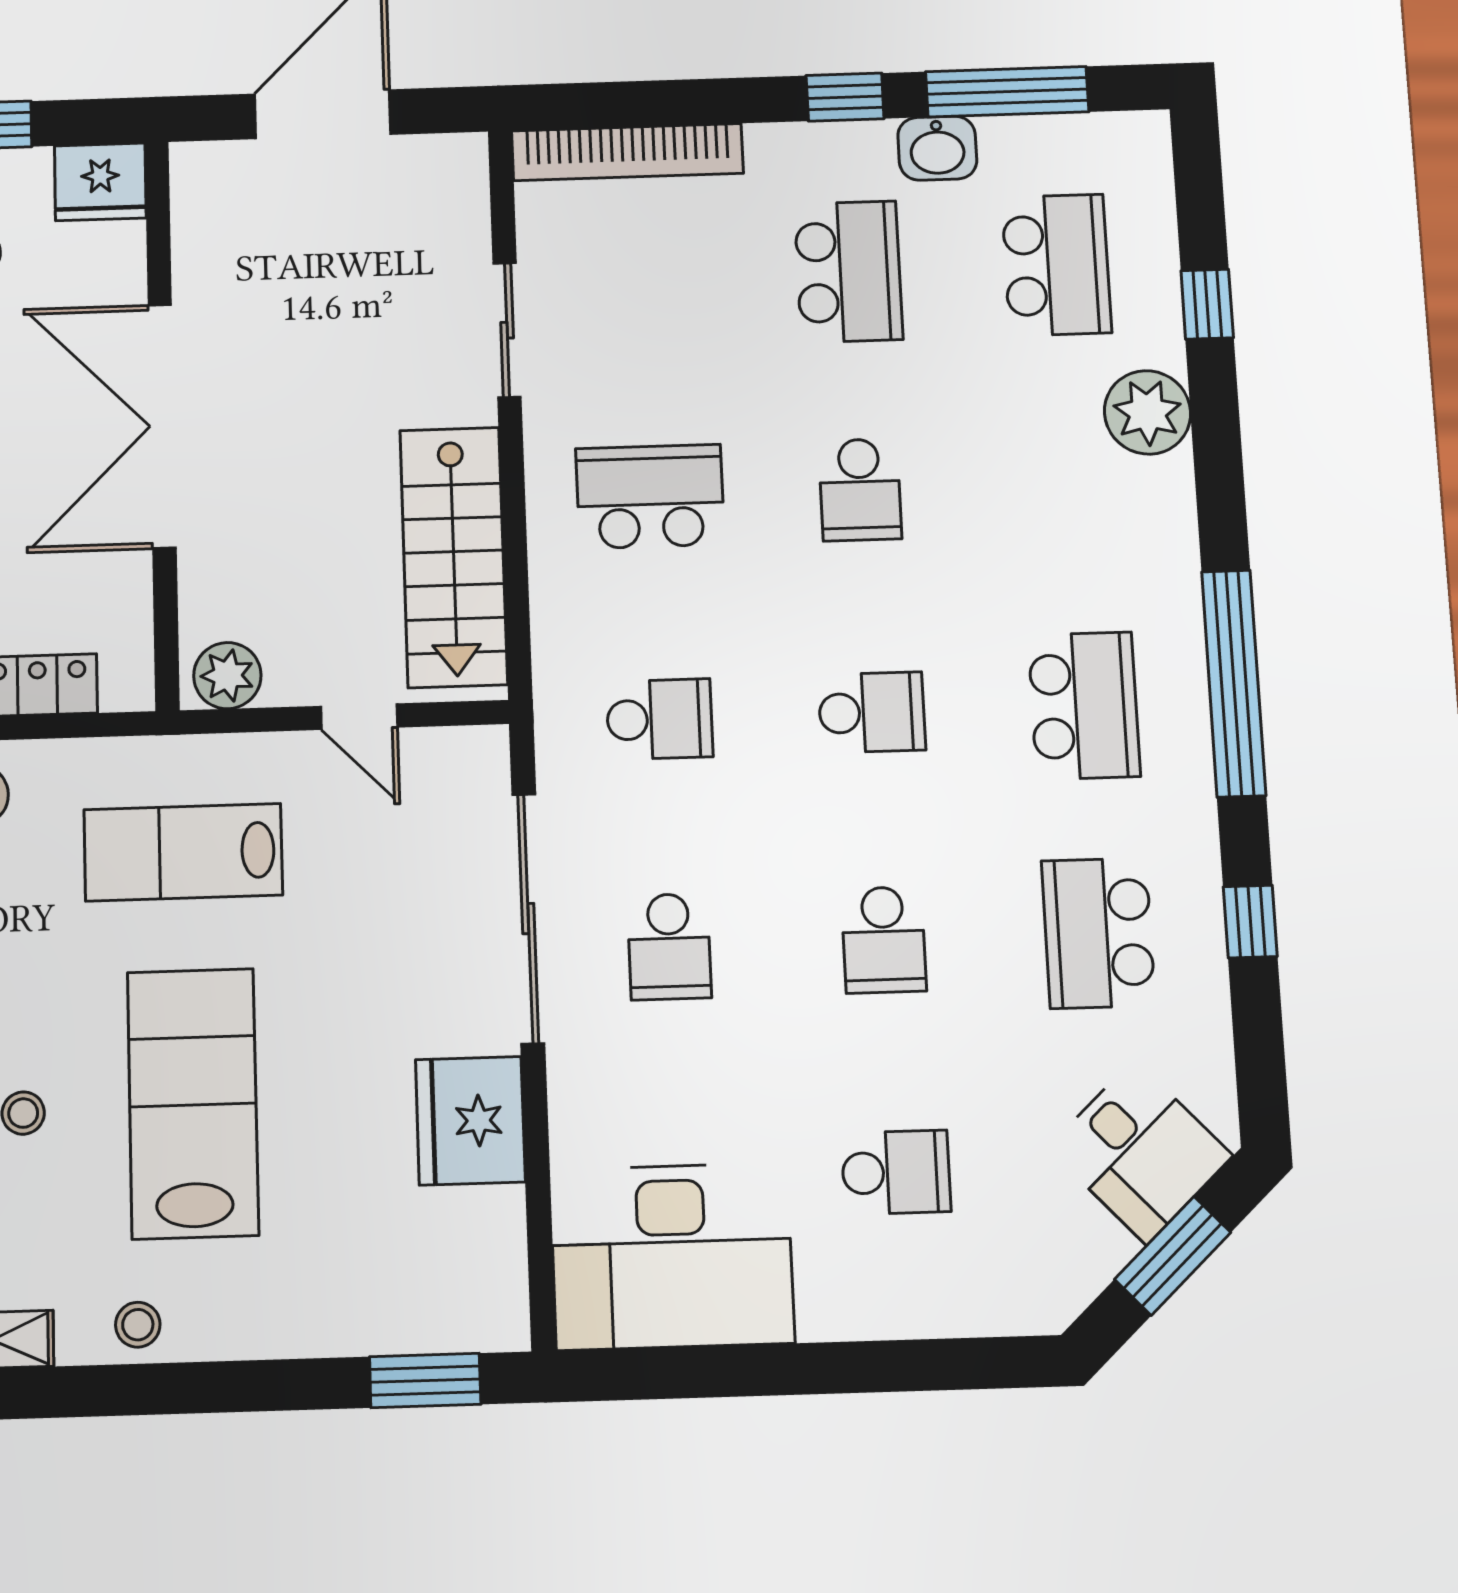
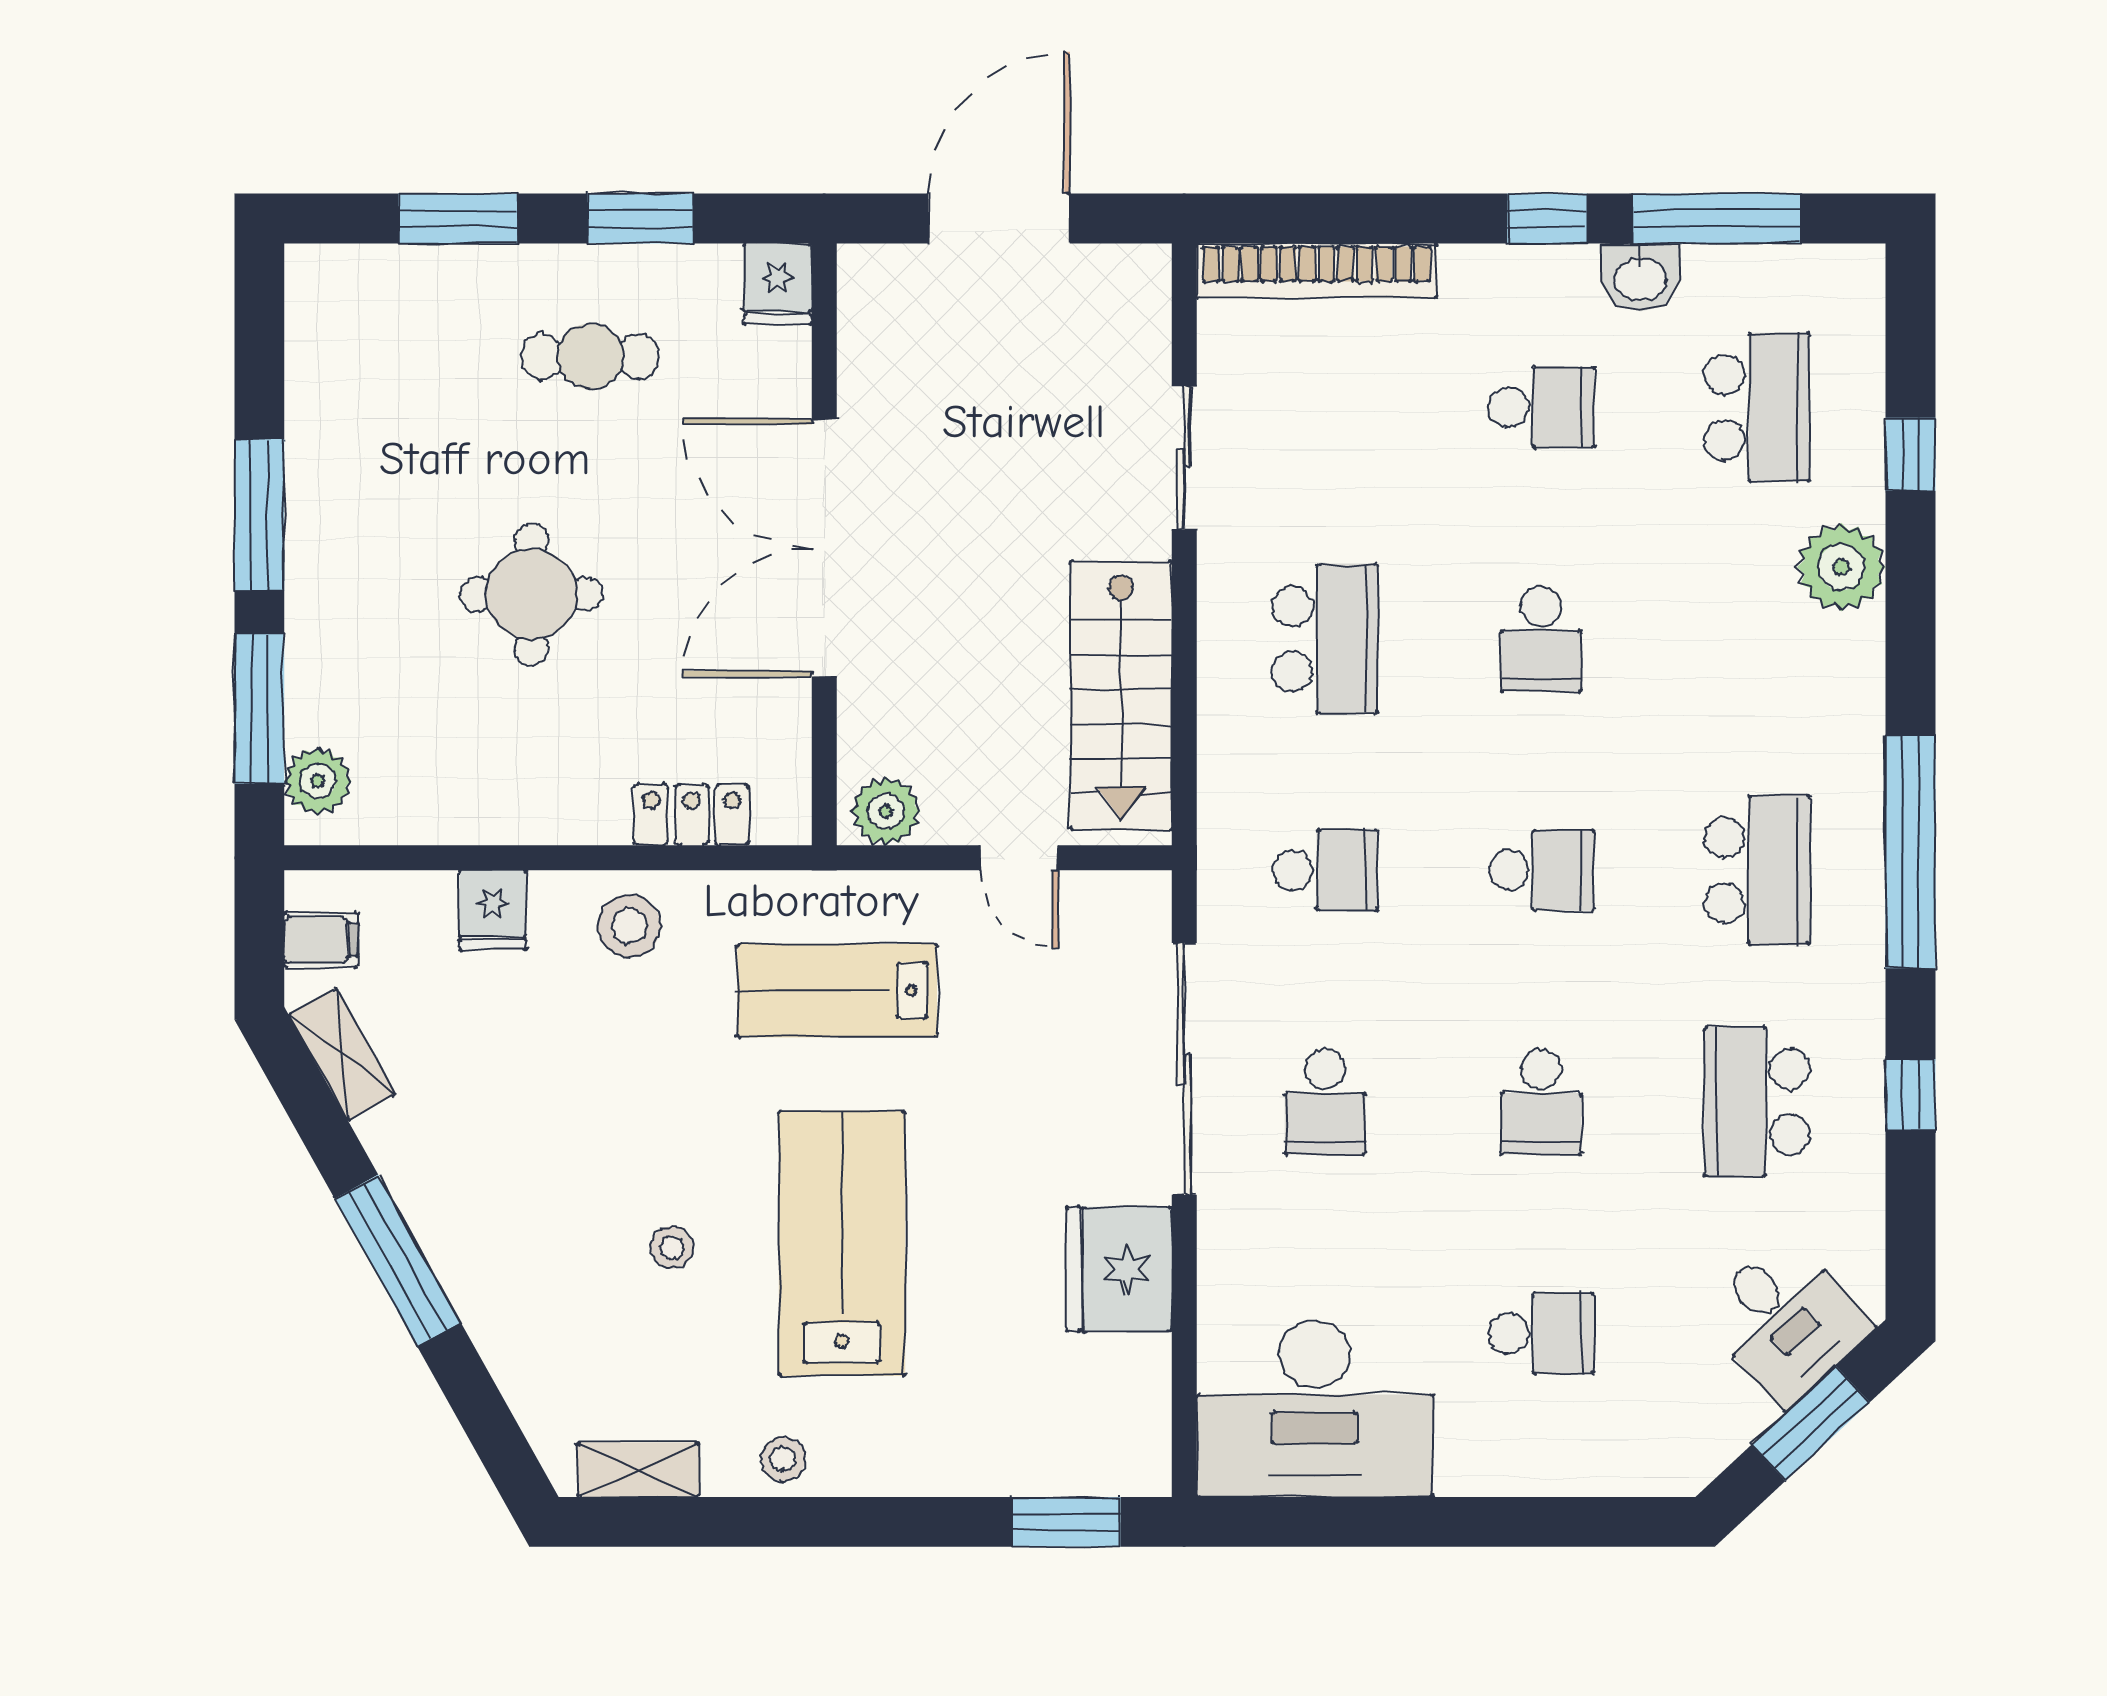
fridge: (100, 182) -> (778, 284), width x0.72
school desk: (849, 272) -> (1541, 407), width x0.54
school desk: (650, 496) -> (1325, 639), turned 90

